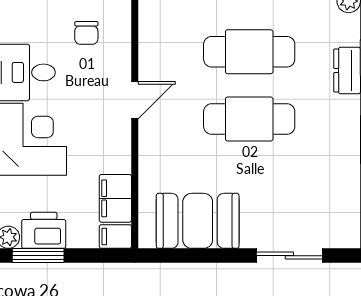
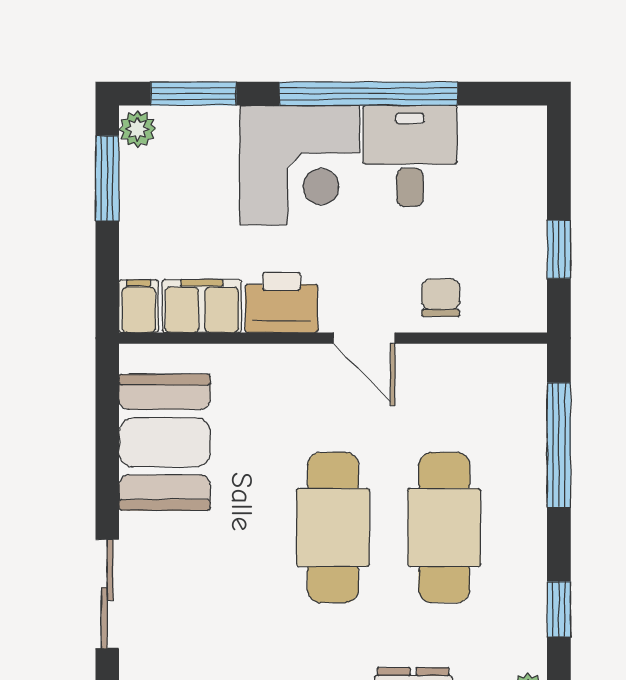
chair: (86, 33) -> (441, 298), moved, turned 90
printer: (44, 230) -> (282, 302), moved, turned -90

